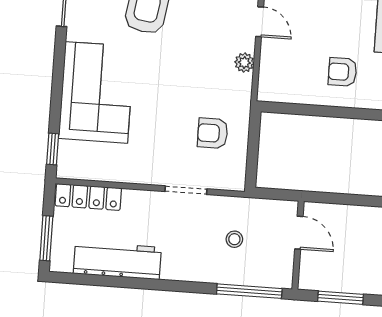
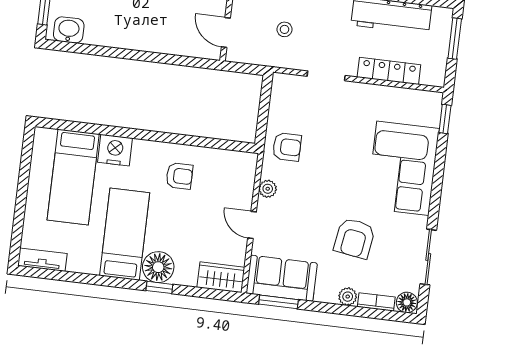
armchair: (213, 133) -> (287, 147), moved
locker: (88, 197) -> (389, 71), moved

